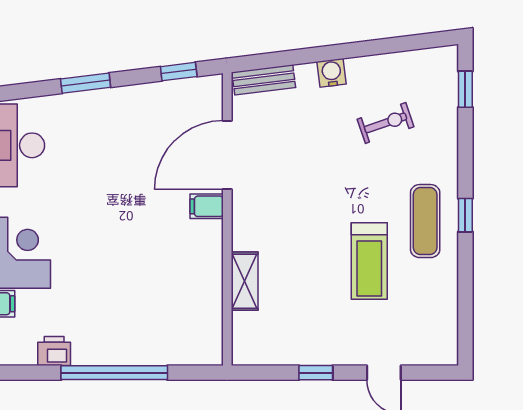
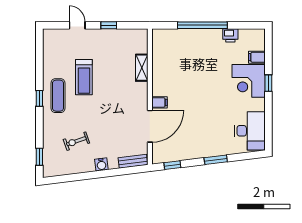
treadmill: (369, 261) -> (84, 77), turned 180

